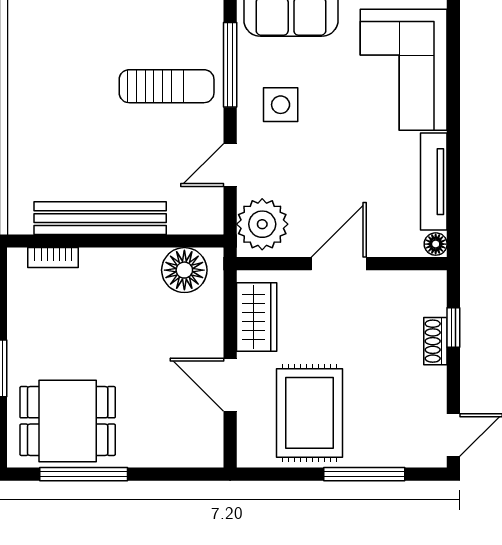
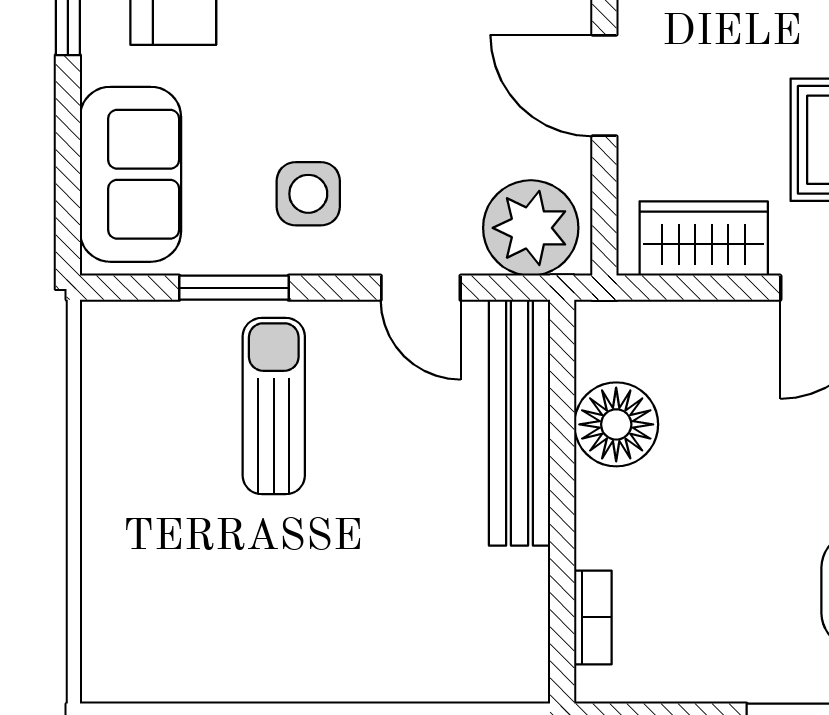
window: (230, 65) -> (234, 288), width x0.69
bench: (100, 218) -> (519, 423), moved
floor lamp: (184, 270) -> (616, 424), moved

